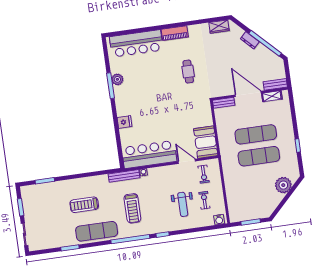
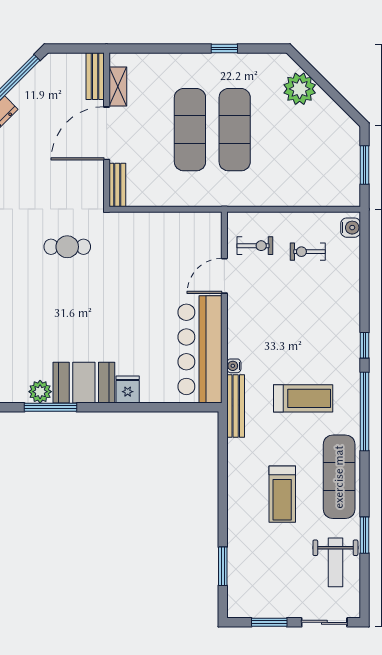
cafe table: (188, 72) -> (67, 247), moved
booth: (206, 142) -> (84, 383), moved
weight bench: (183, 204) -> (335, 562), moved, turned 90

